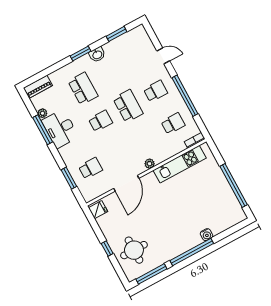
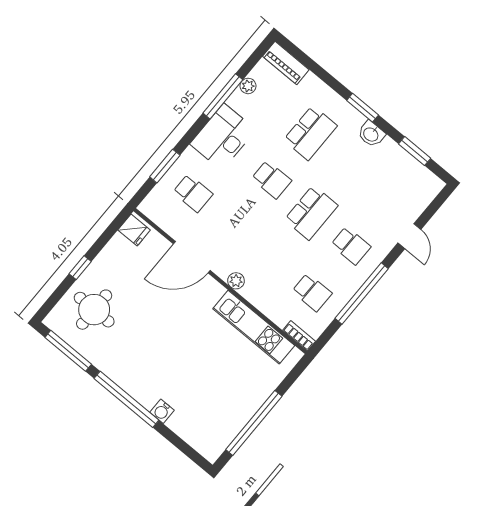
desk: (60, 129) -> (223, 137), moved

